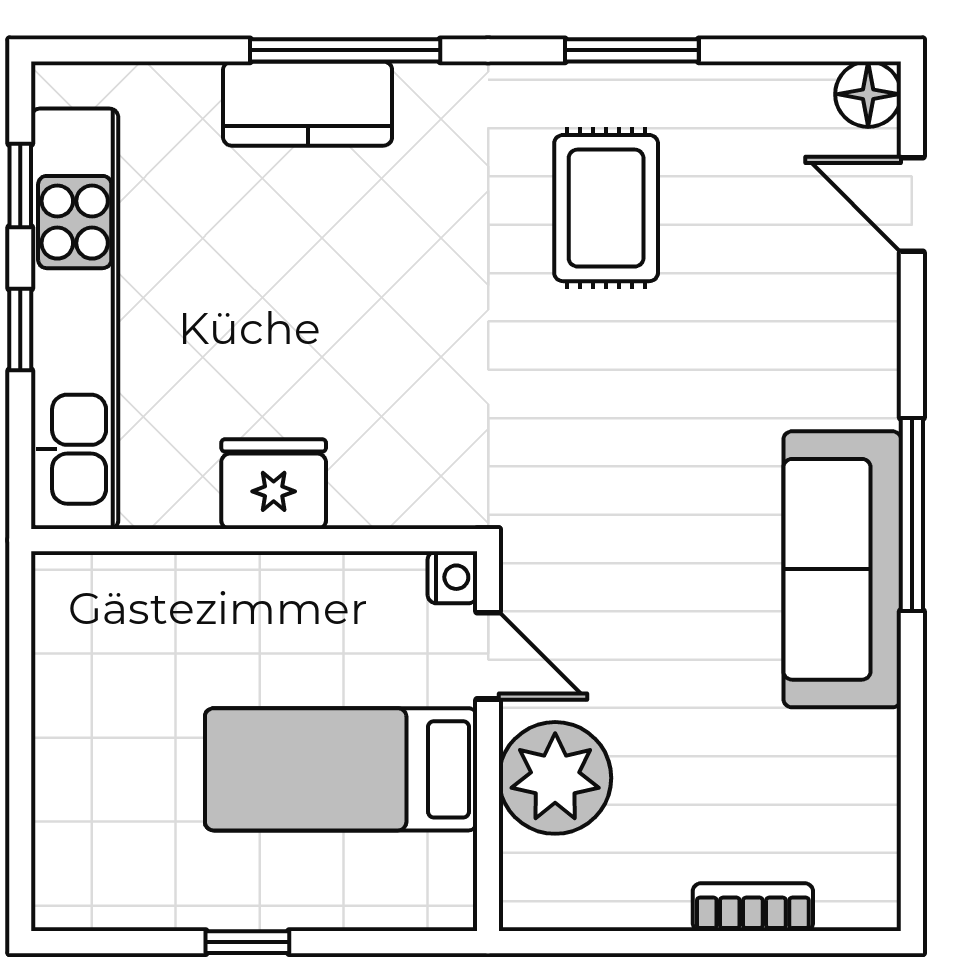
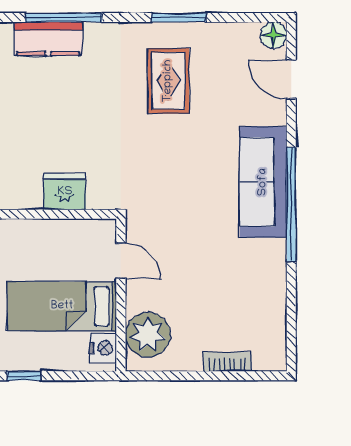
fridge: (274, 484) -> (65, 192), moved
window: (912, 514) -> (291, 204), width x1.46
sofa: (842, 569) -> (263, 182), moved
nightstand: (452, 577) -> (103, 348), moved, width x1.39, depth x1.35
plant: (555, 778) -> (148, 335), moved

